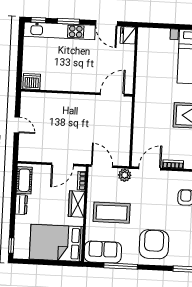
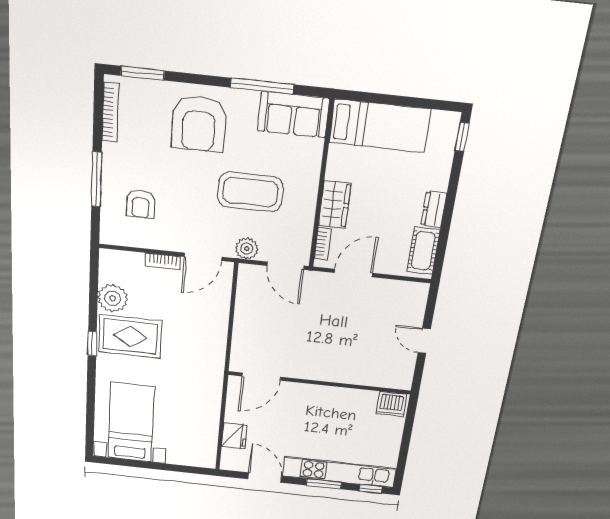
fridge: (128, 35) -> (234, 436), moved
coffee table: (112, 213) -> (250, 192), moved
bed: (56, 243) -> (380, 126), width x0.67

